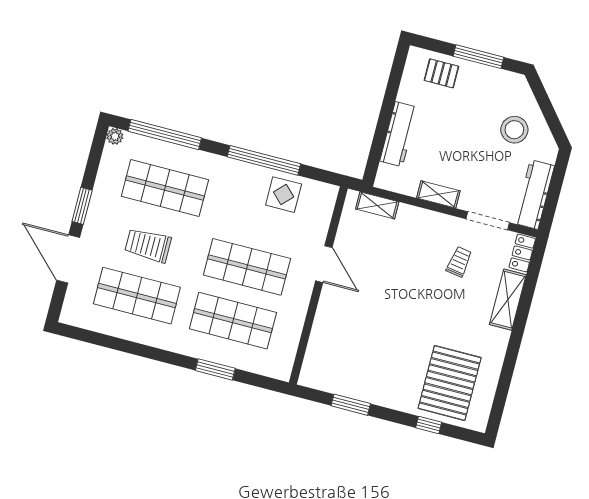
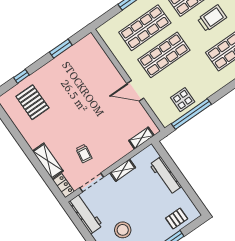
window: (264, 160) -> (191, 114), moved
pallet: (450, 383) -> (32, 102), width x0.73, depth x0.71

